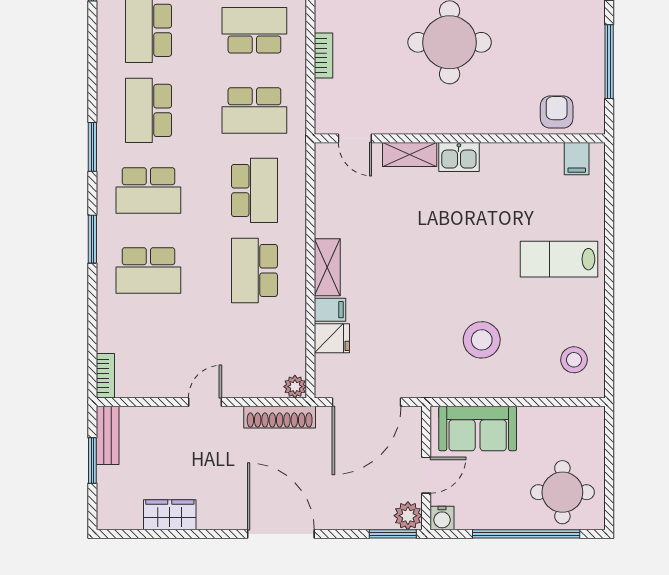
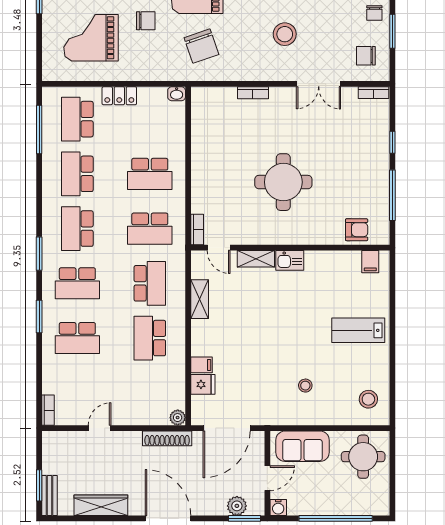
school desk: (254, 30) -> (150, 174), turned 180
bookcase: (323, 56) -> (197, 229), moved
armchair: (557, 112) -> (357, 230), turned 90
shelving: (327, 267) -> (200, 299), moved
stool: (482, 340) -> (305, 386), width x0.53, depth x0.53
door: (205, 402) -> (100, 428), moved
bench: (108, 435) -> (49, 495), moved
window: (92, 461) -> (39, 485), moved
round table: (562, 492) -> (363, 457), moved
wardrobe: (170, 515) -> (101, 505), width x1.50
plant: (408, 516) -> (237, 506), moved

